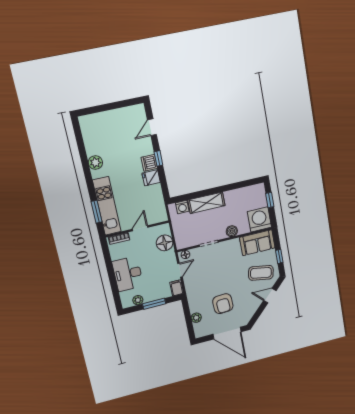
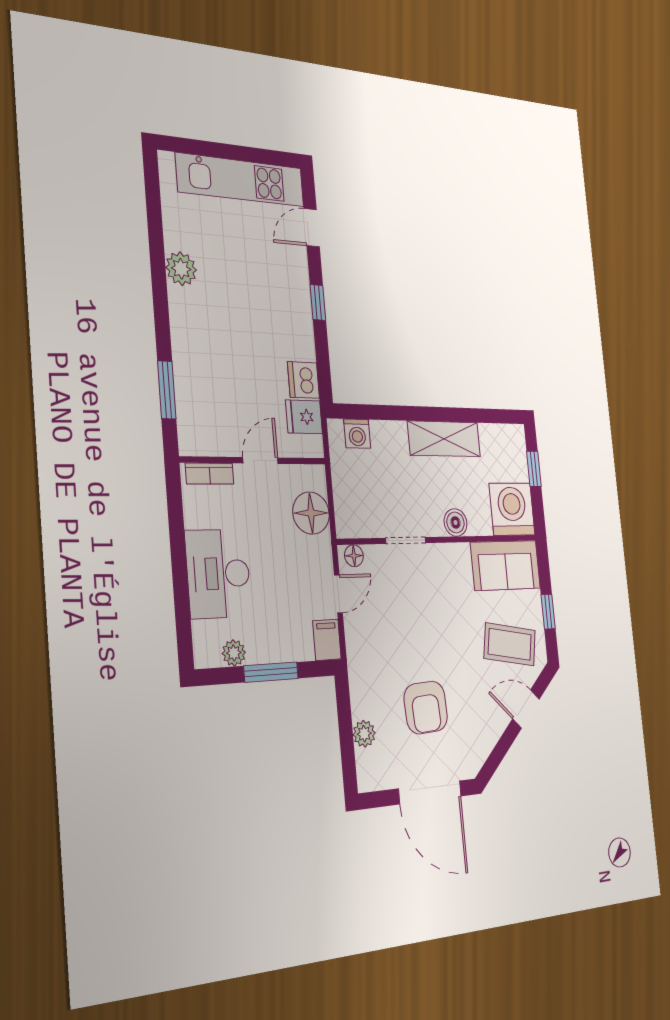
dishwasher: (149, 163) -> (304, 380), moved
fridge: (151, 178) -> (304, 417), moved
shelving: (206, 203) -> (444, 439), moved
kitchen unit: (107, 206) -> (241, 180), moved, turned 90

